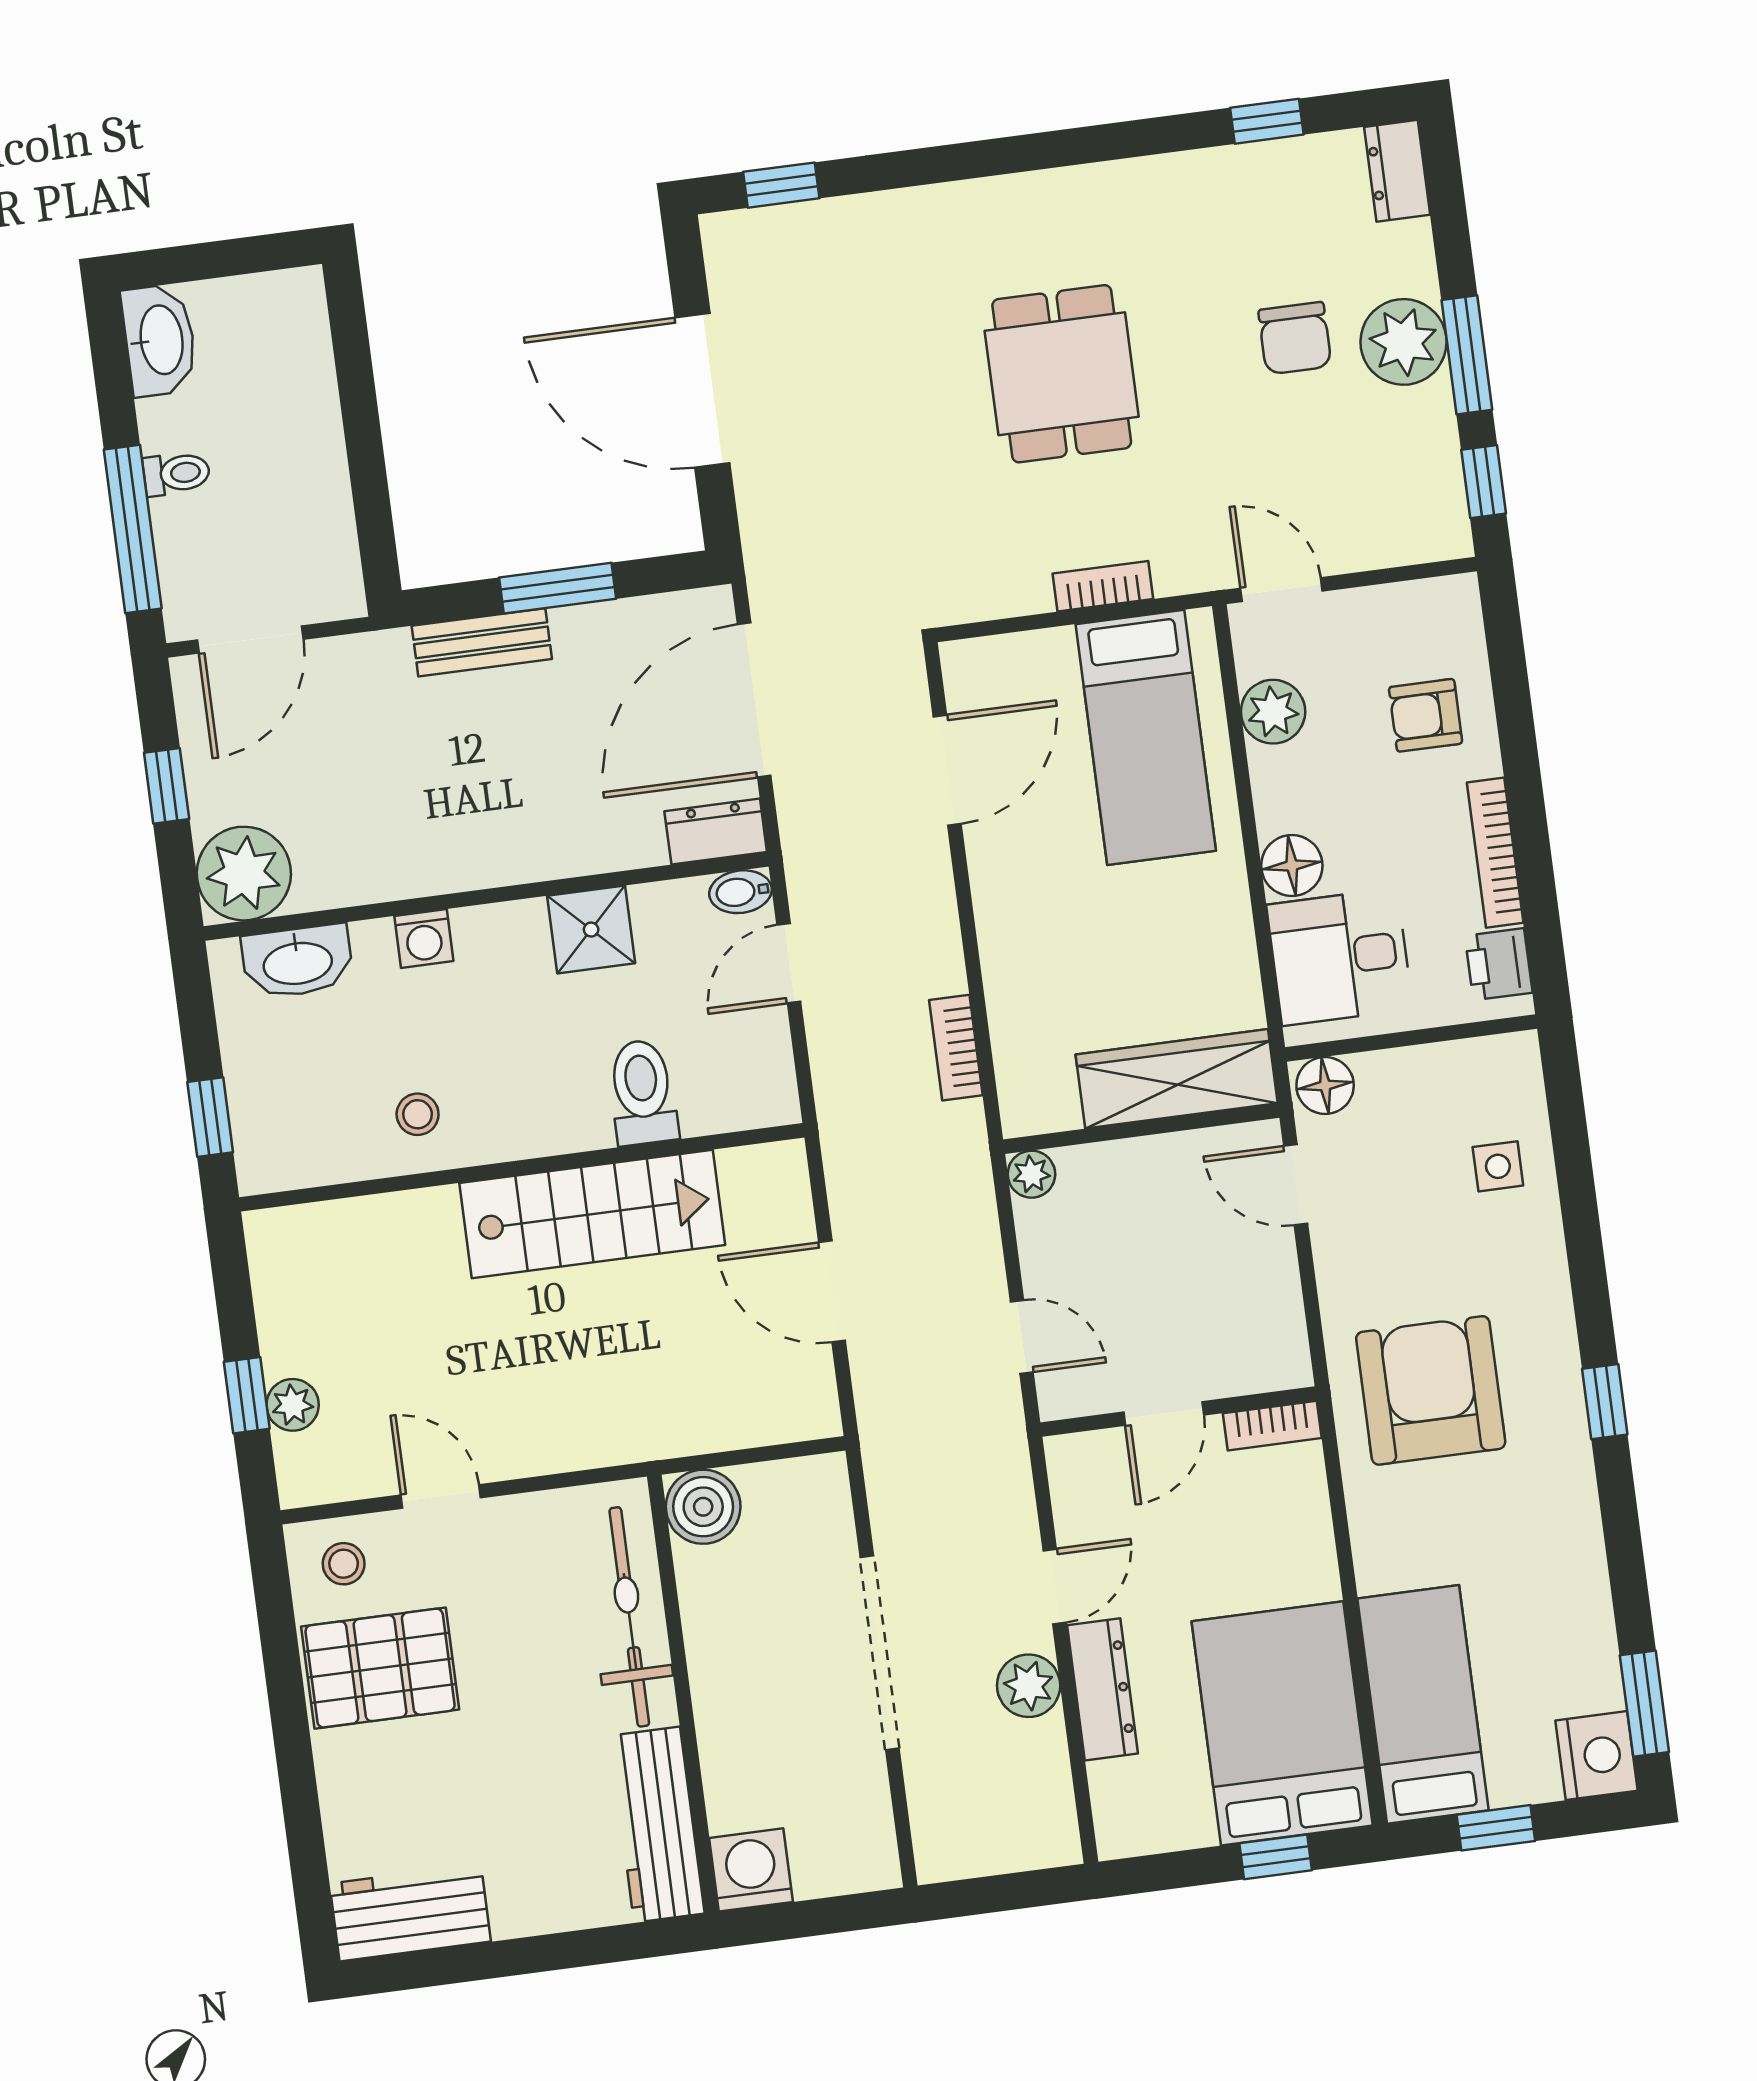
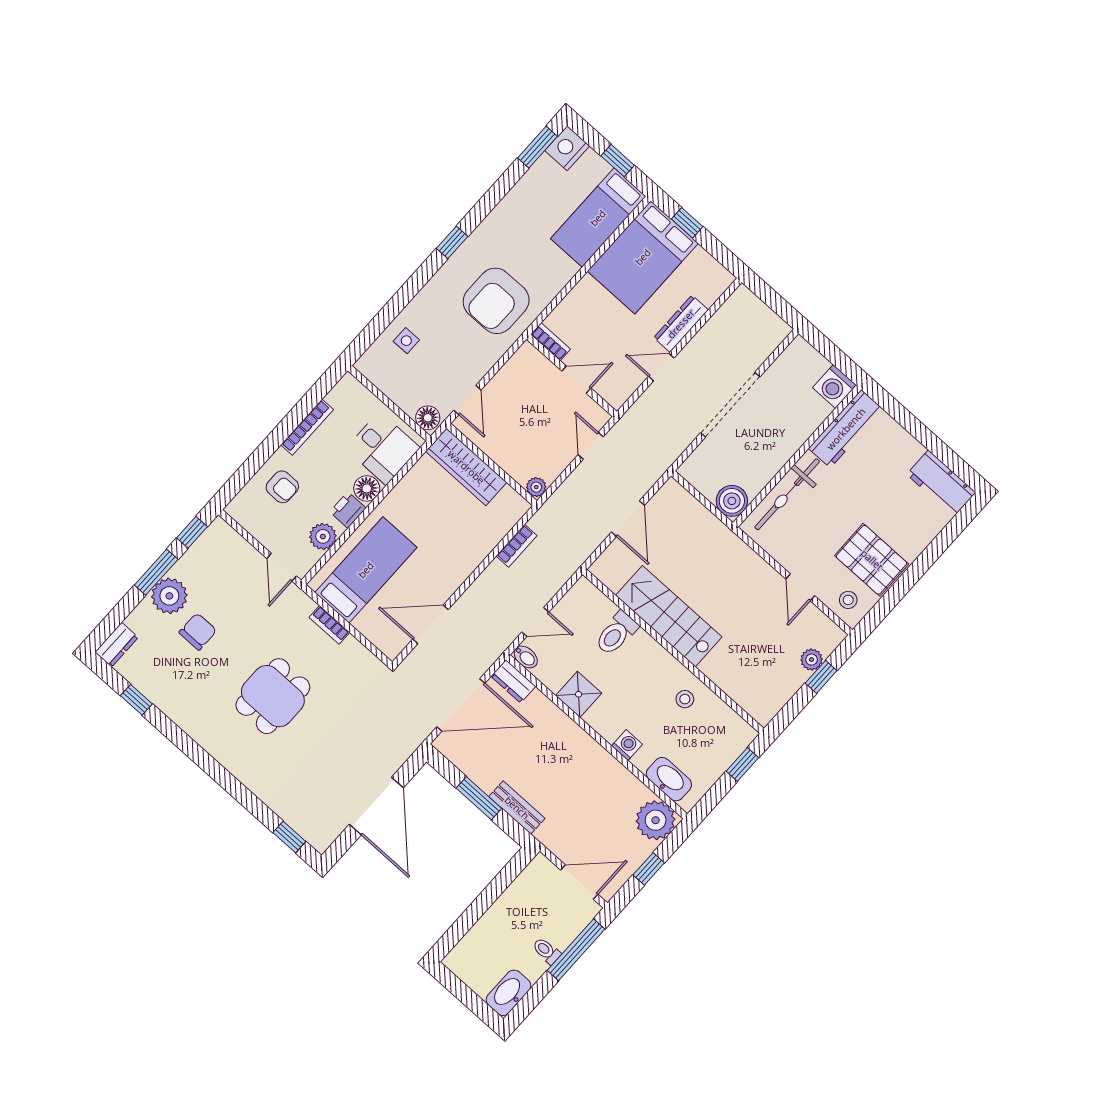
printer: (1499, 964) -> (348, 510), moved, turned 180
plant: (1029, 1686) -> (700, 348), removed

